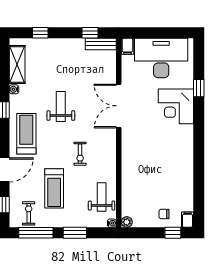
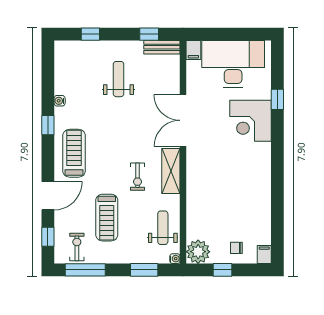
shelving: (17, 64) -> (171, 171), moved
weight bench: (61, 107) -> (119, 79), moved
plant: (127, 222) -> (198, 252), width x1.88, depth x1.88
window: (75, 233) -> (144, 270), moved
window: (173, 233) -> (223, 270), moved

